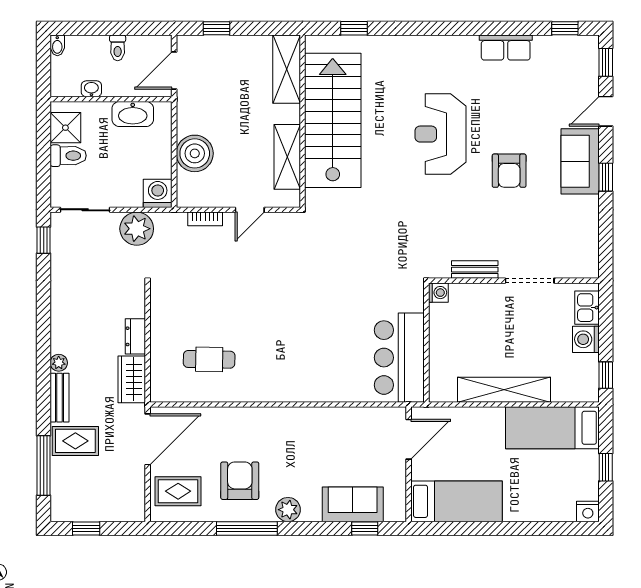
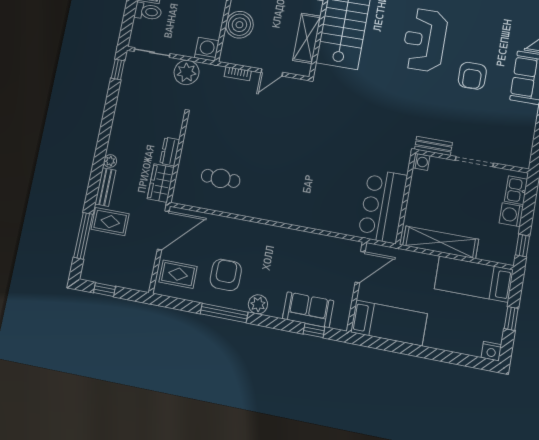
washing machine: (438, 293) -> (421, 162), moved
wall: (426, 343) -> (405, 198), moved
bar counter: (399, 358) -> (383, 206), moved

